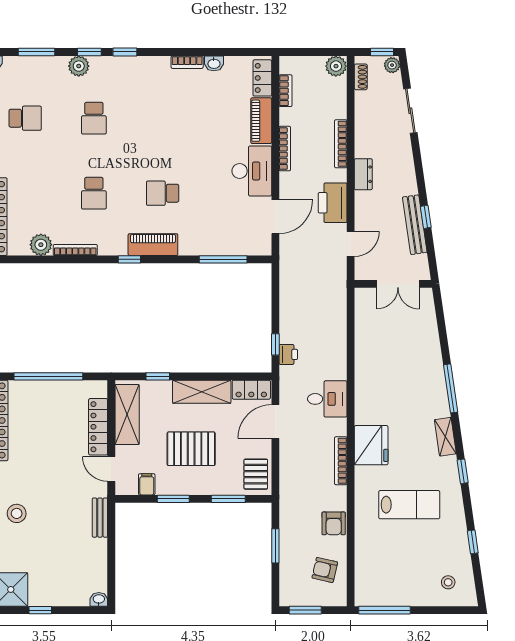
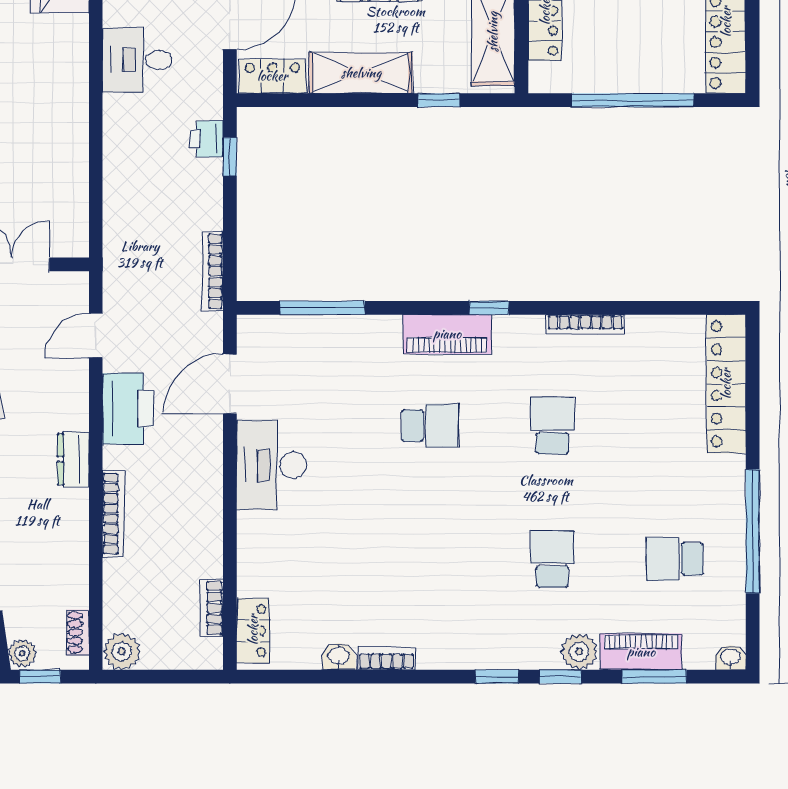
piano: (261, 121) -> (641, 652), moved, turned -90
bookcase: (285, 149) -> (213, 271), moved
plant: (41, 245) -> (647, 334), removed

